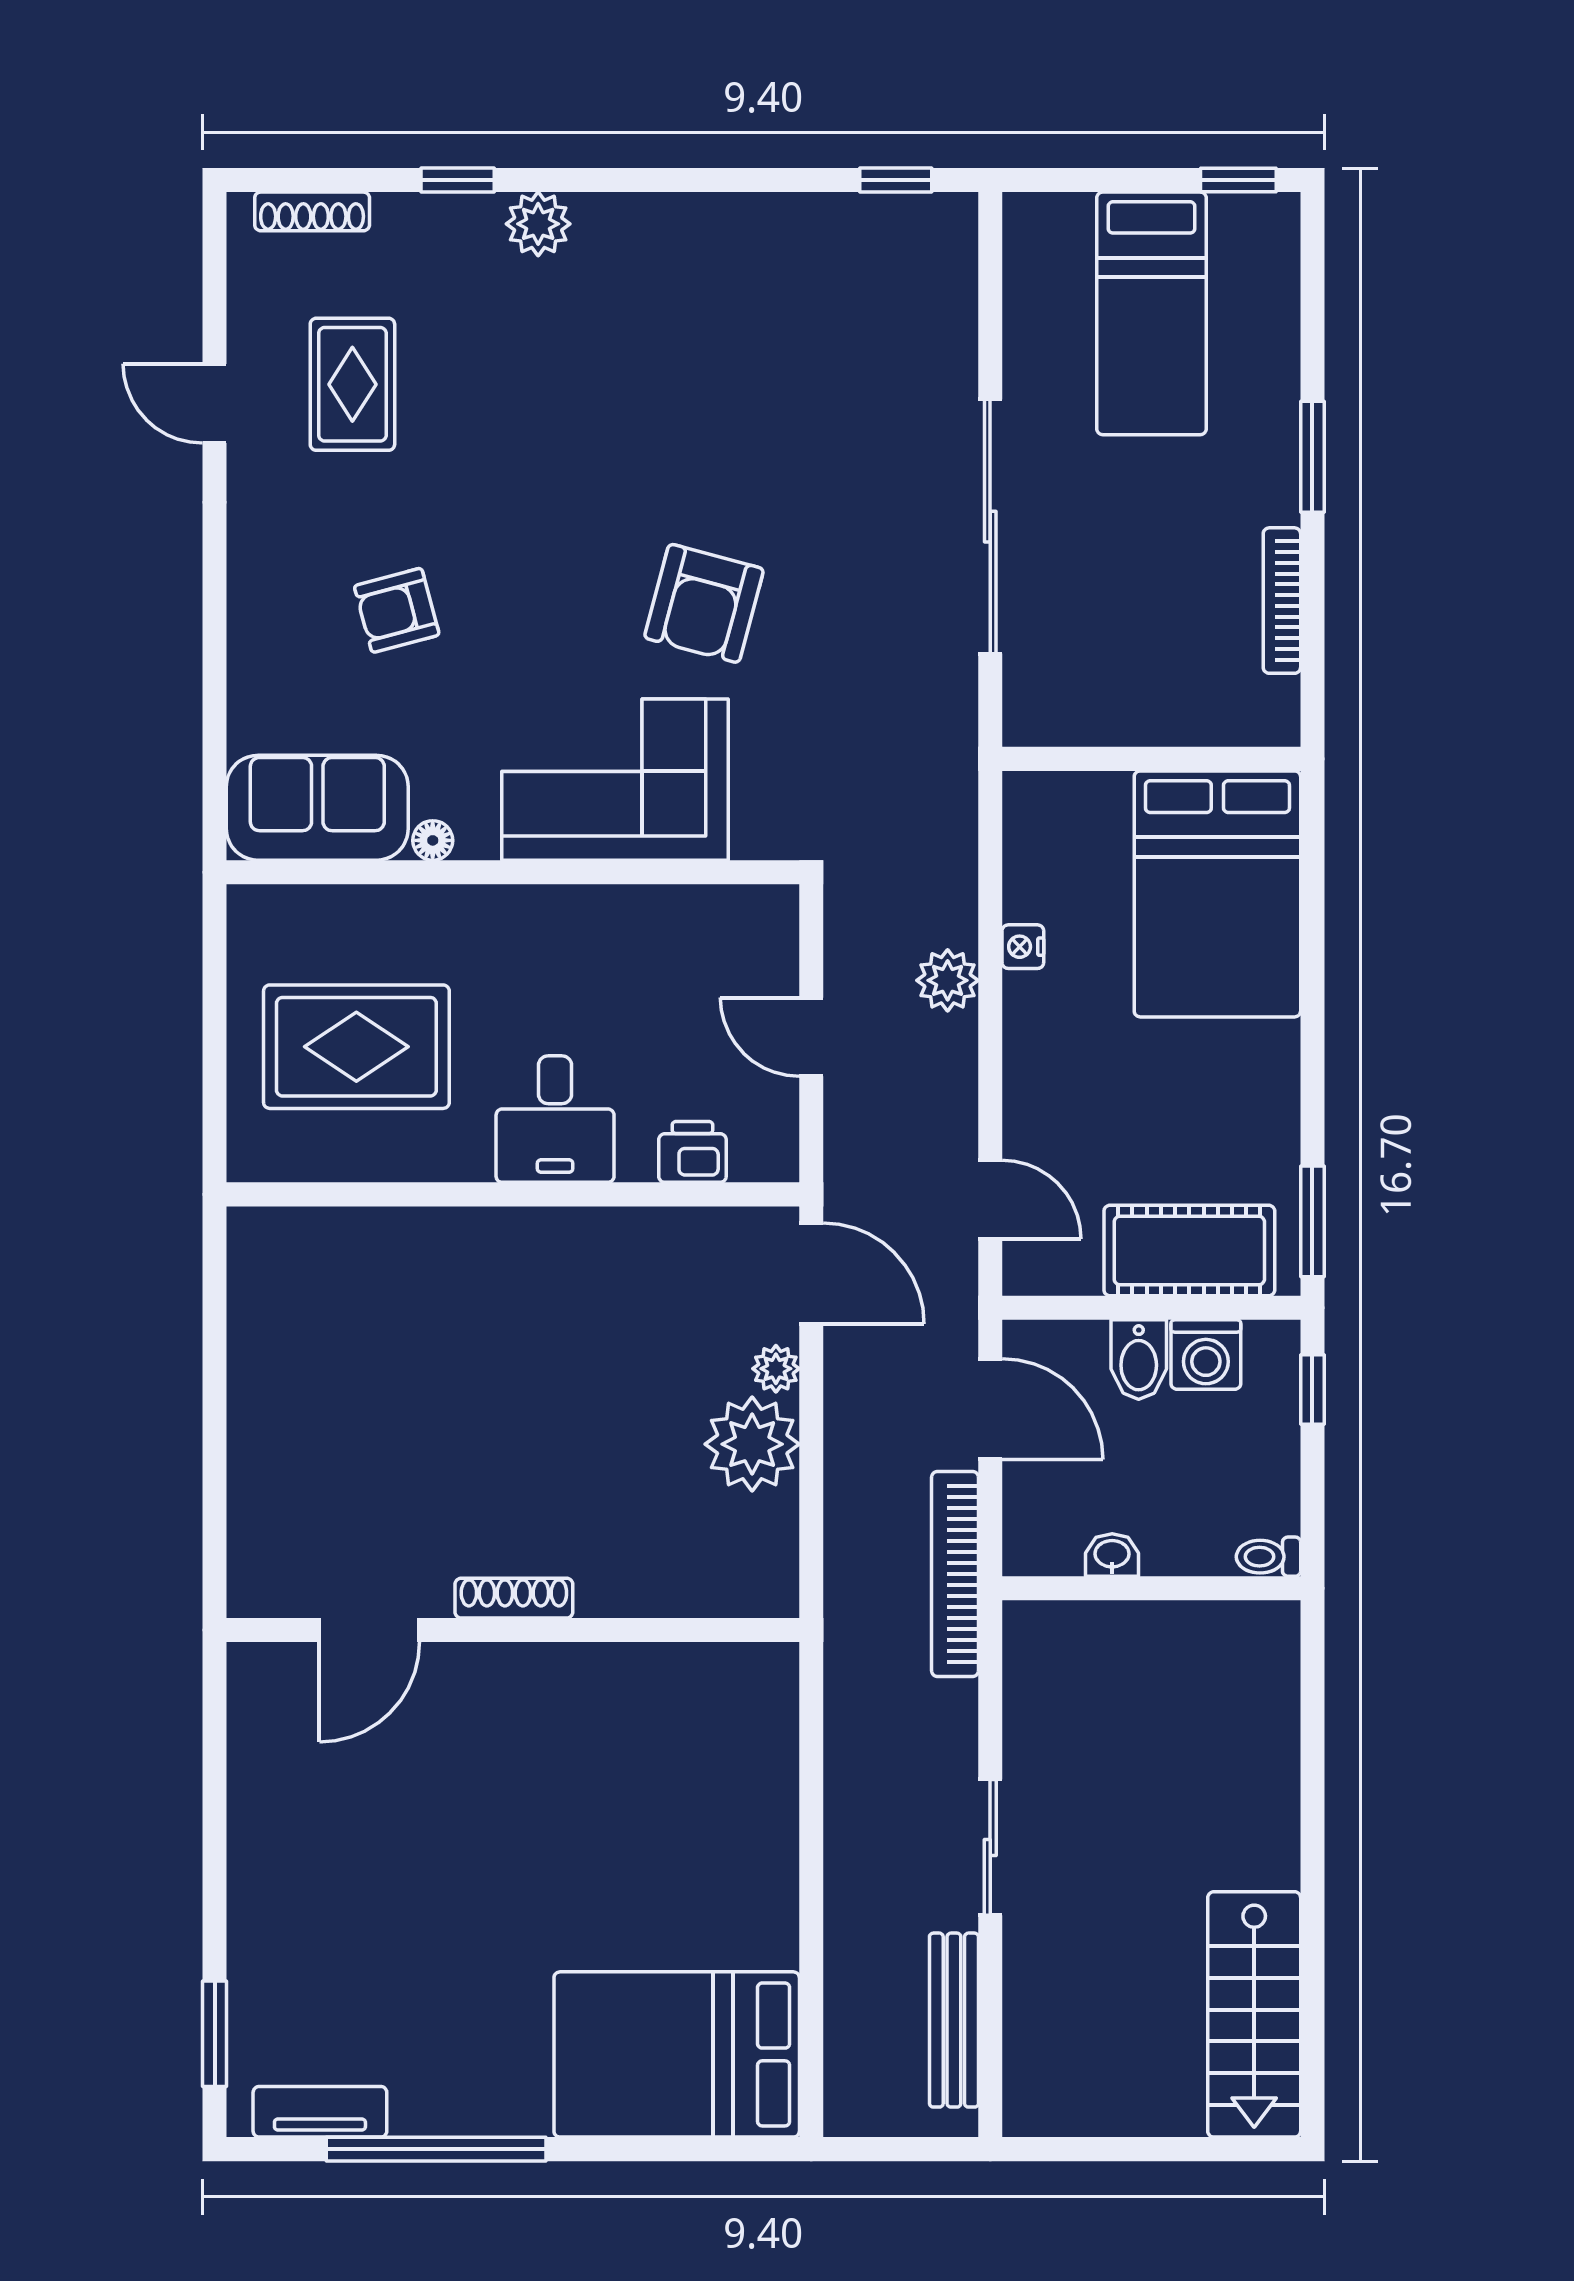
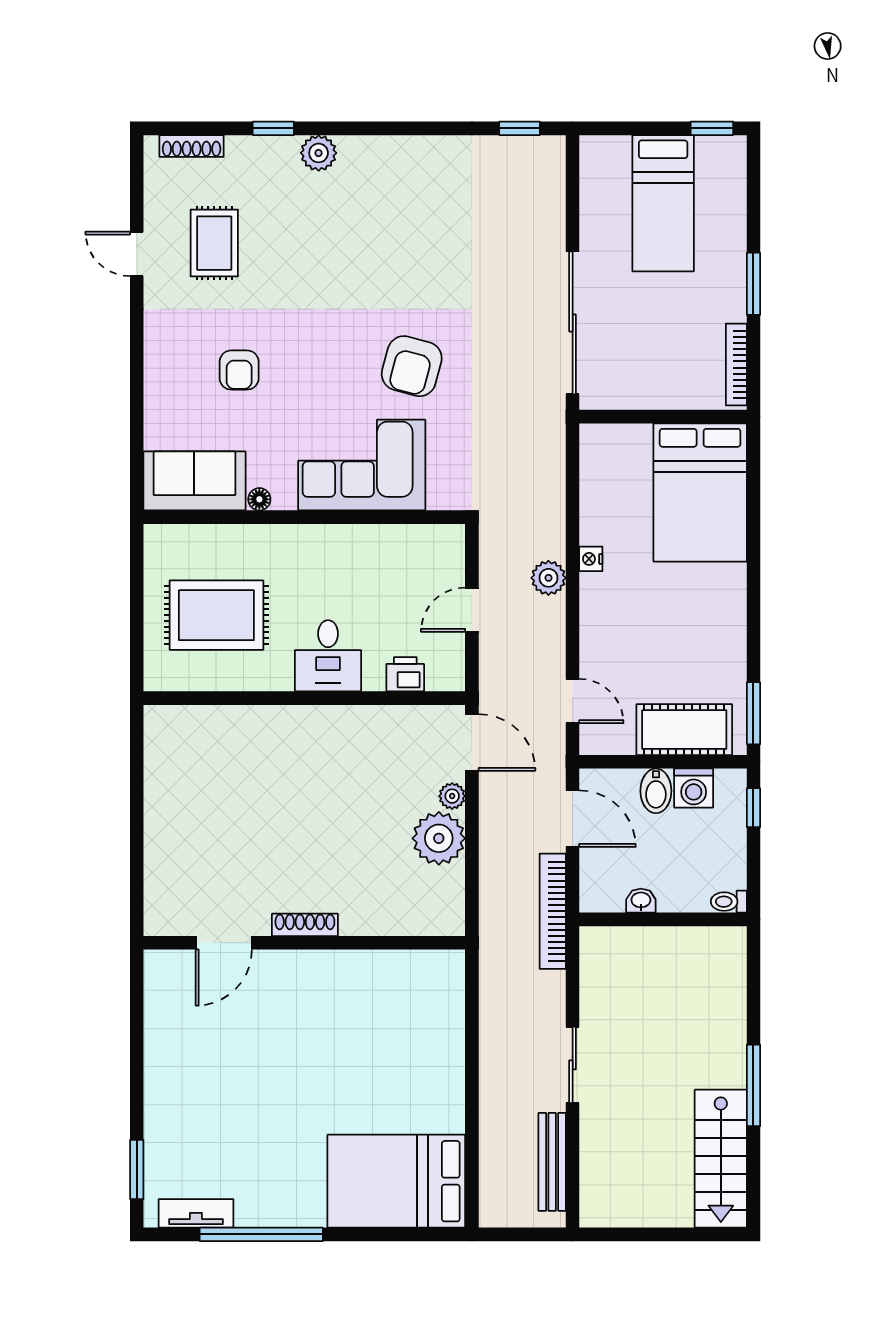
armchair: (397, 610) -> (239, 370), turned -75
wall: (1151, 759) -> (663, 417), moved
bed: (1217, 894) -> (700, 492), moved
door: (811, 1037) -> (472, 610), hinge flipped
window: (1312, 1884) -> (753, 1085), added

